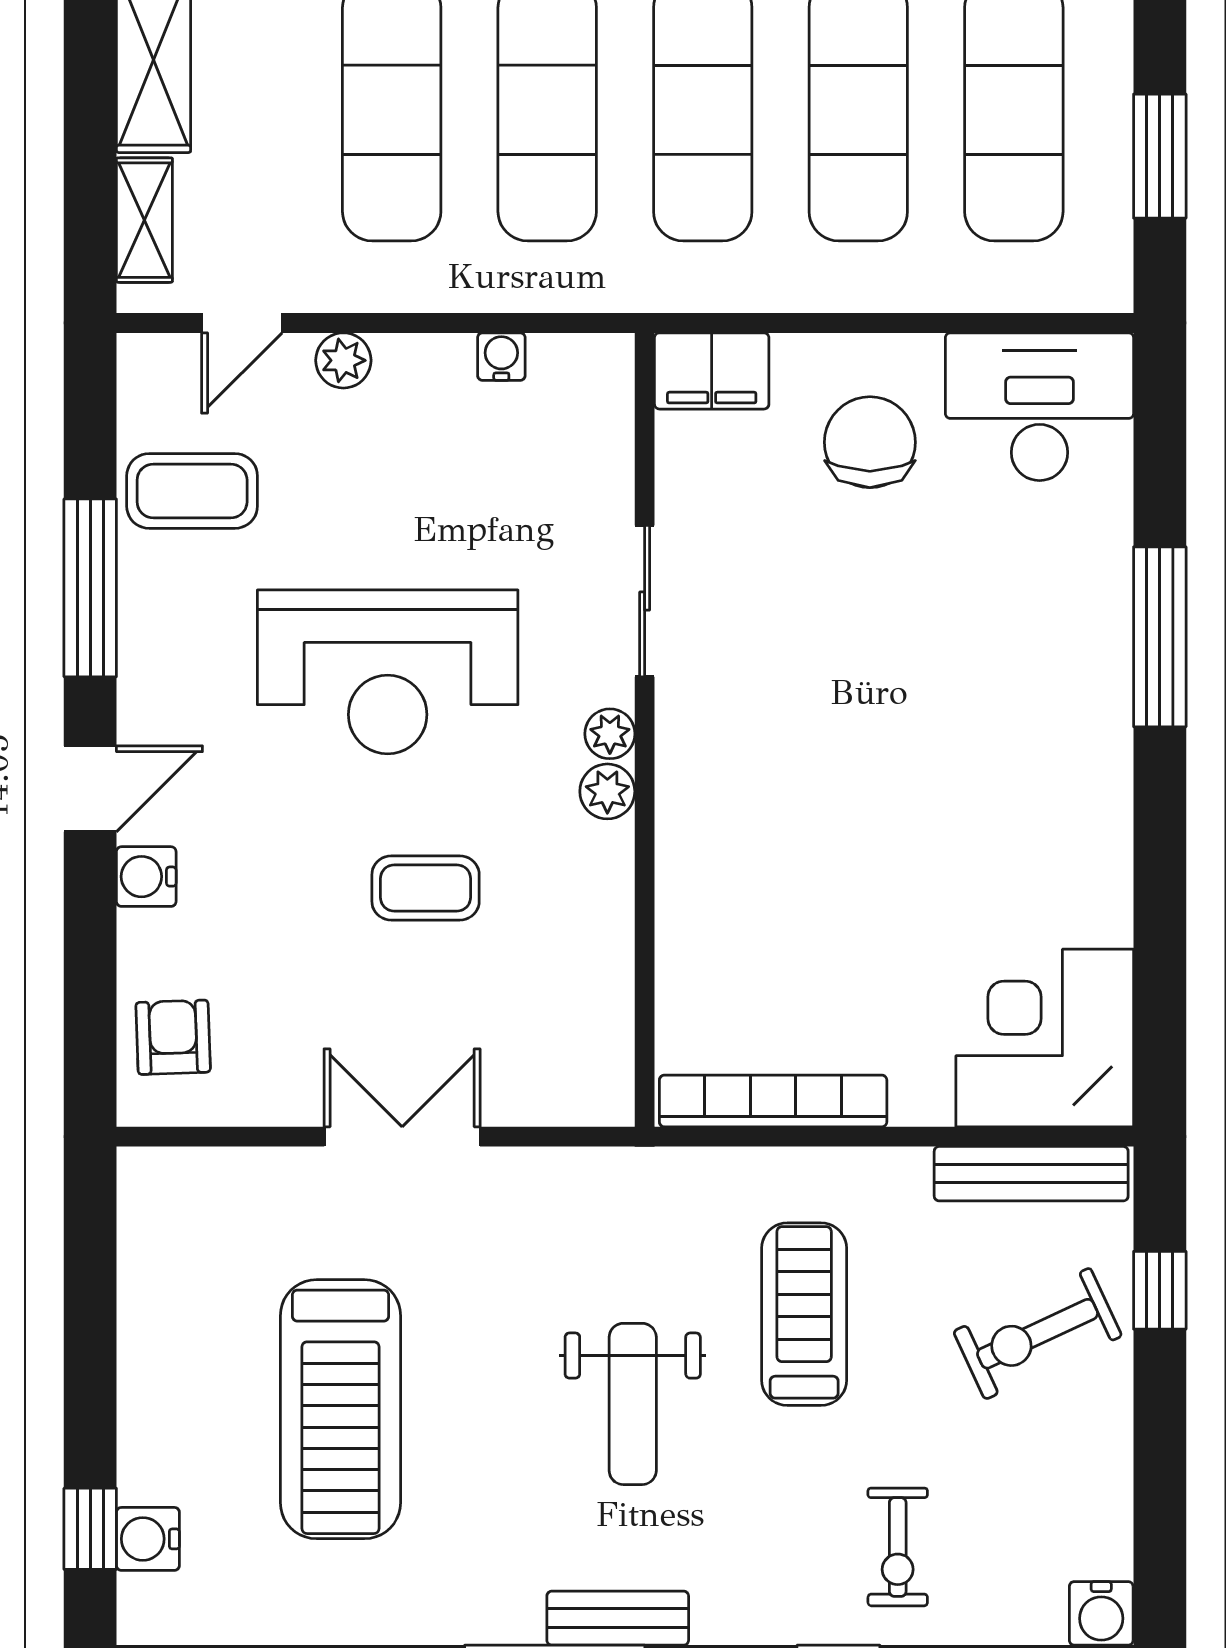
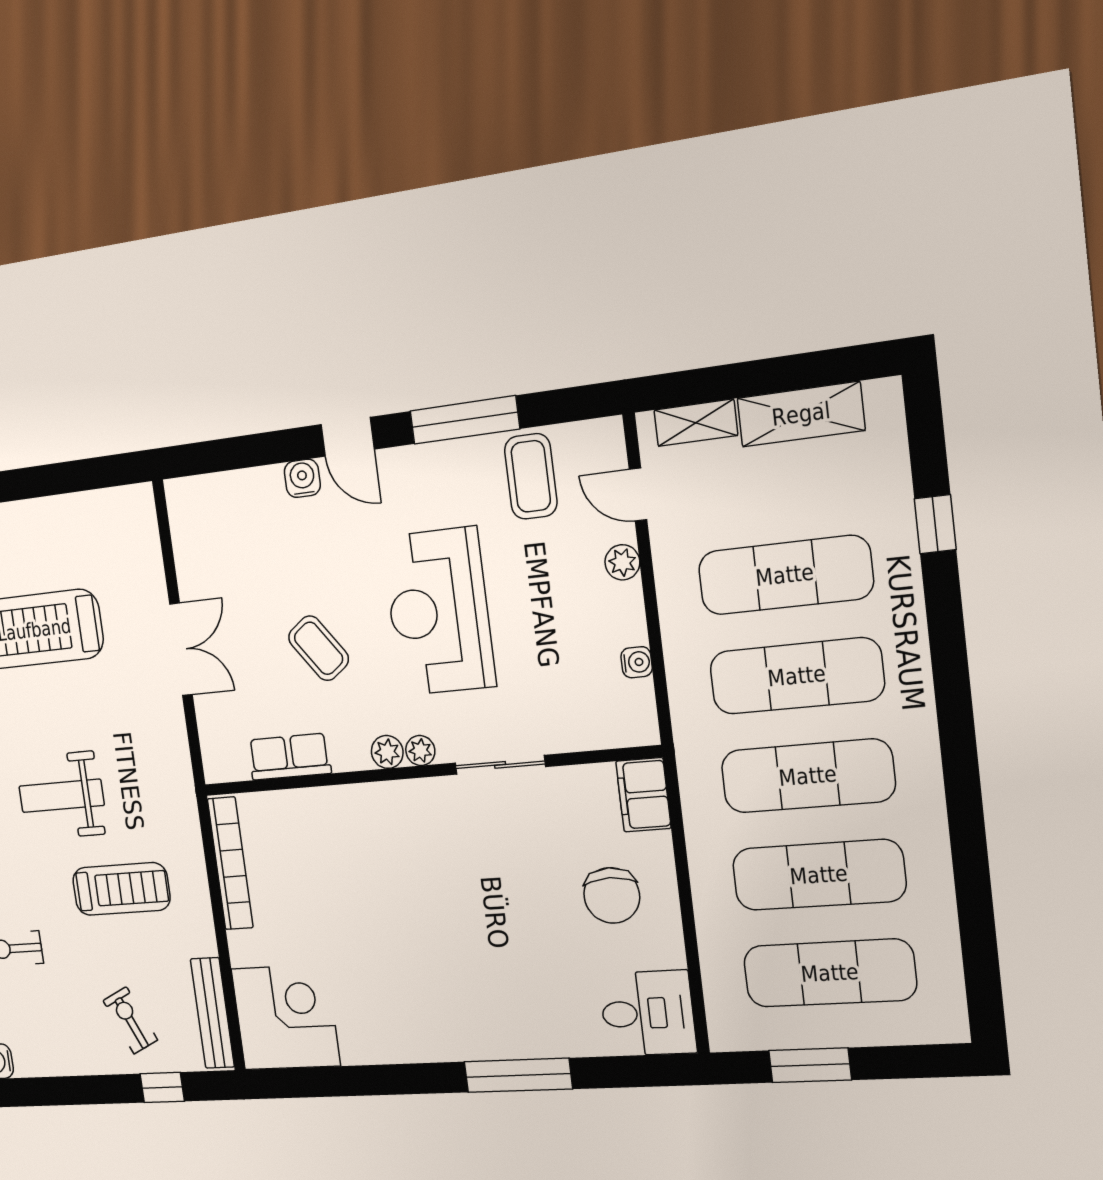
desk: (1039, 407) -> (648, 1013), width x0.73
chair: (870, 442) -> (612, 895), turned 90
coffee table: (426, 888) -> (319, 648), turned -36
row of seats: (600, 966) -> (289, 757), added
armchair: (173, 1037) -> (216, 507), removed
exercise bike: (1038, 1334) -> (130, 1020), width x0.73, depth x0.72

